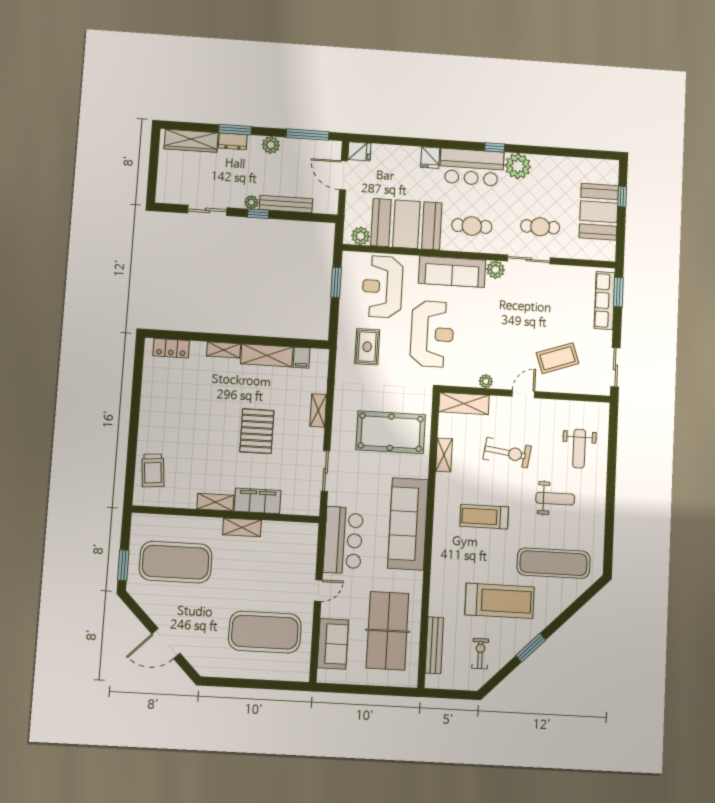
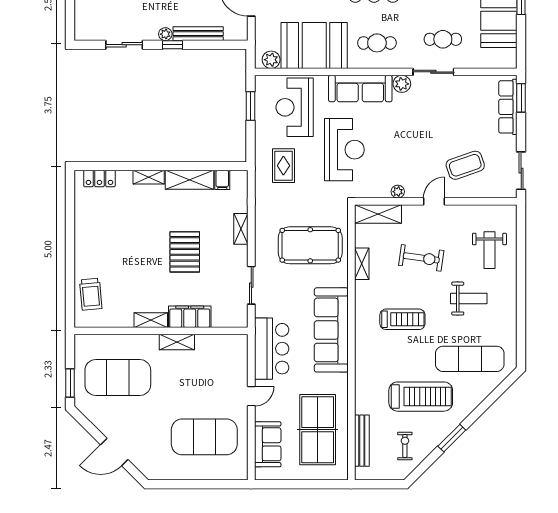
treadmill: (484, 517) -> (402, 319), turned 180

